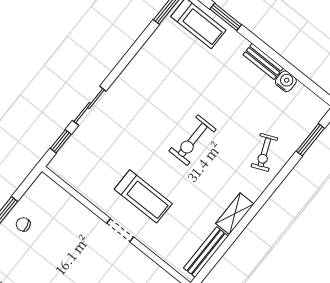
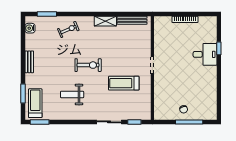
water cooler: (286, 81) -> (30, 28), moved
weight bench: (169, 85) -> (72, 94), added
treadmill: (143, 196) -> (124, 83), moved, turned -90

